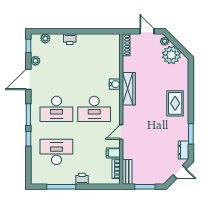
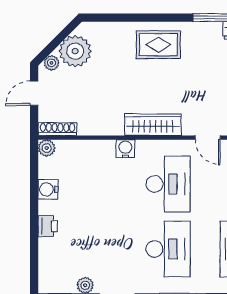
plant: (45, 38) -> (47, 148), moved
water cooler: (91, 39) -> (48, 189), added
wardrobe: (129, 89) -> (153, 125), moved

